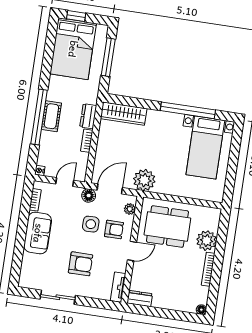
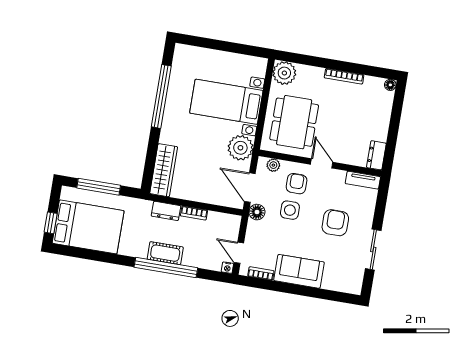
bed with nightstands: (205, 147) -> (226, 102), moved, turned 180
door: (65, 182) -> (239, 253), moved
plant: (207, 241) -> (284, 73), moved

